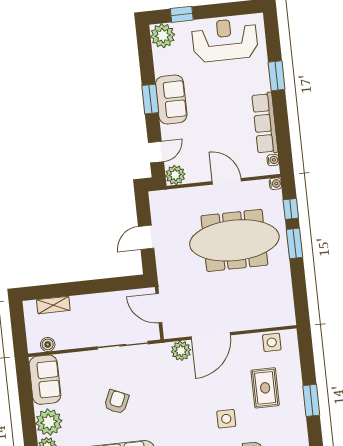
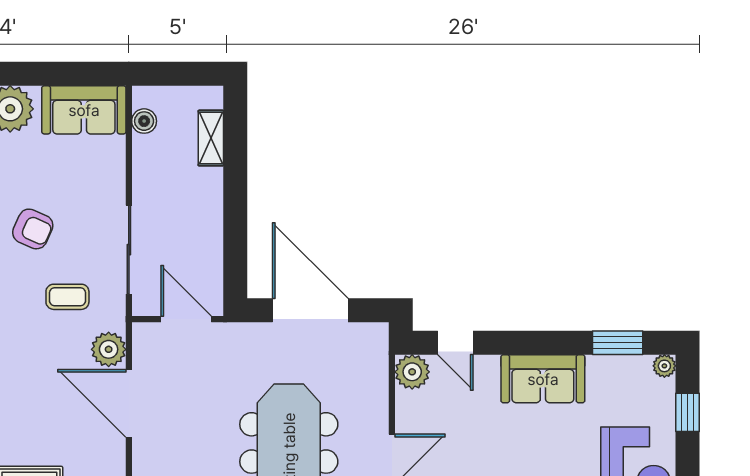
plant: (163, 36) -> (664, 366), width x0.53, depth x0.53
window: (150, 99) -> (618, 343), moved
door: (146, 237) -> (310, 310), width x1.87
door: (159, 308) -> (186, 319), hinge flipped
coffee table: (153, 378) -> (67, 297), added

